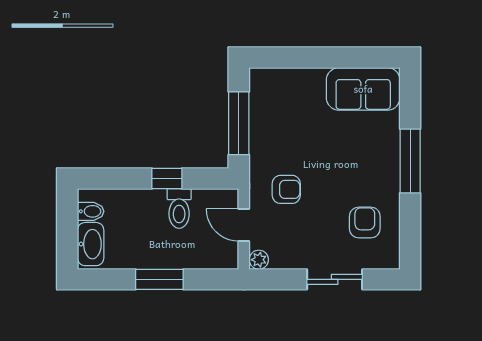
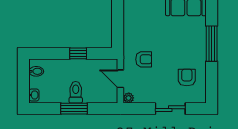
window: (239, 123) -> (118, 23), removed
toilet: (179, 208) -> (76, 92), moved, turned 180
washbasin: (91, 244) -> (34, 95), width x0.52, depth x0.69

